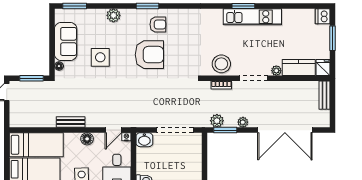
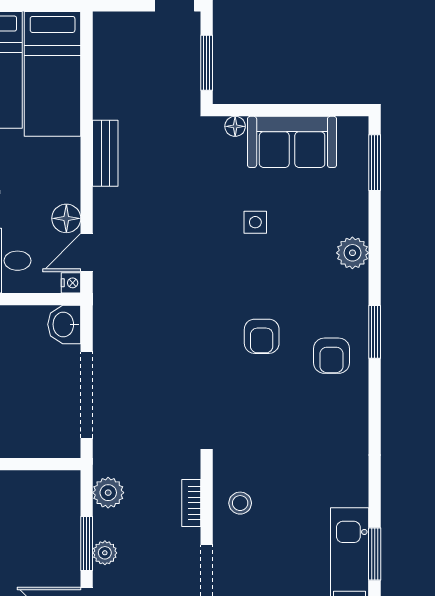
armchair: (149, 55) -> (262, 336), width x0.53, depth x0.53
side table: (100, 57) -> (255, 222), width x0.54, depth x0.54
stool: (221, 64) -> (240, 503), width x0.53, depth x0.53
door: (113, 130) -> (87, 252), hinge flipped
window: (225, 130) -> (87, 543), moved
floor lamp: (87, 139) -> (66, 218), moved

